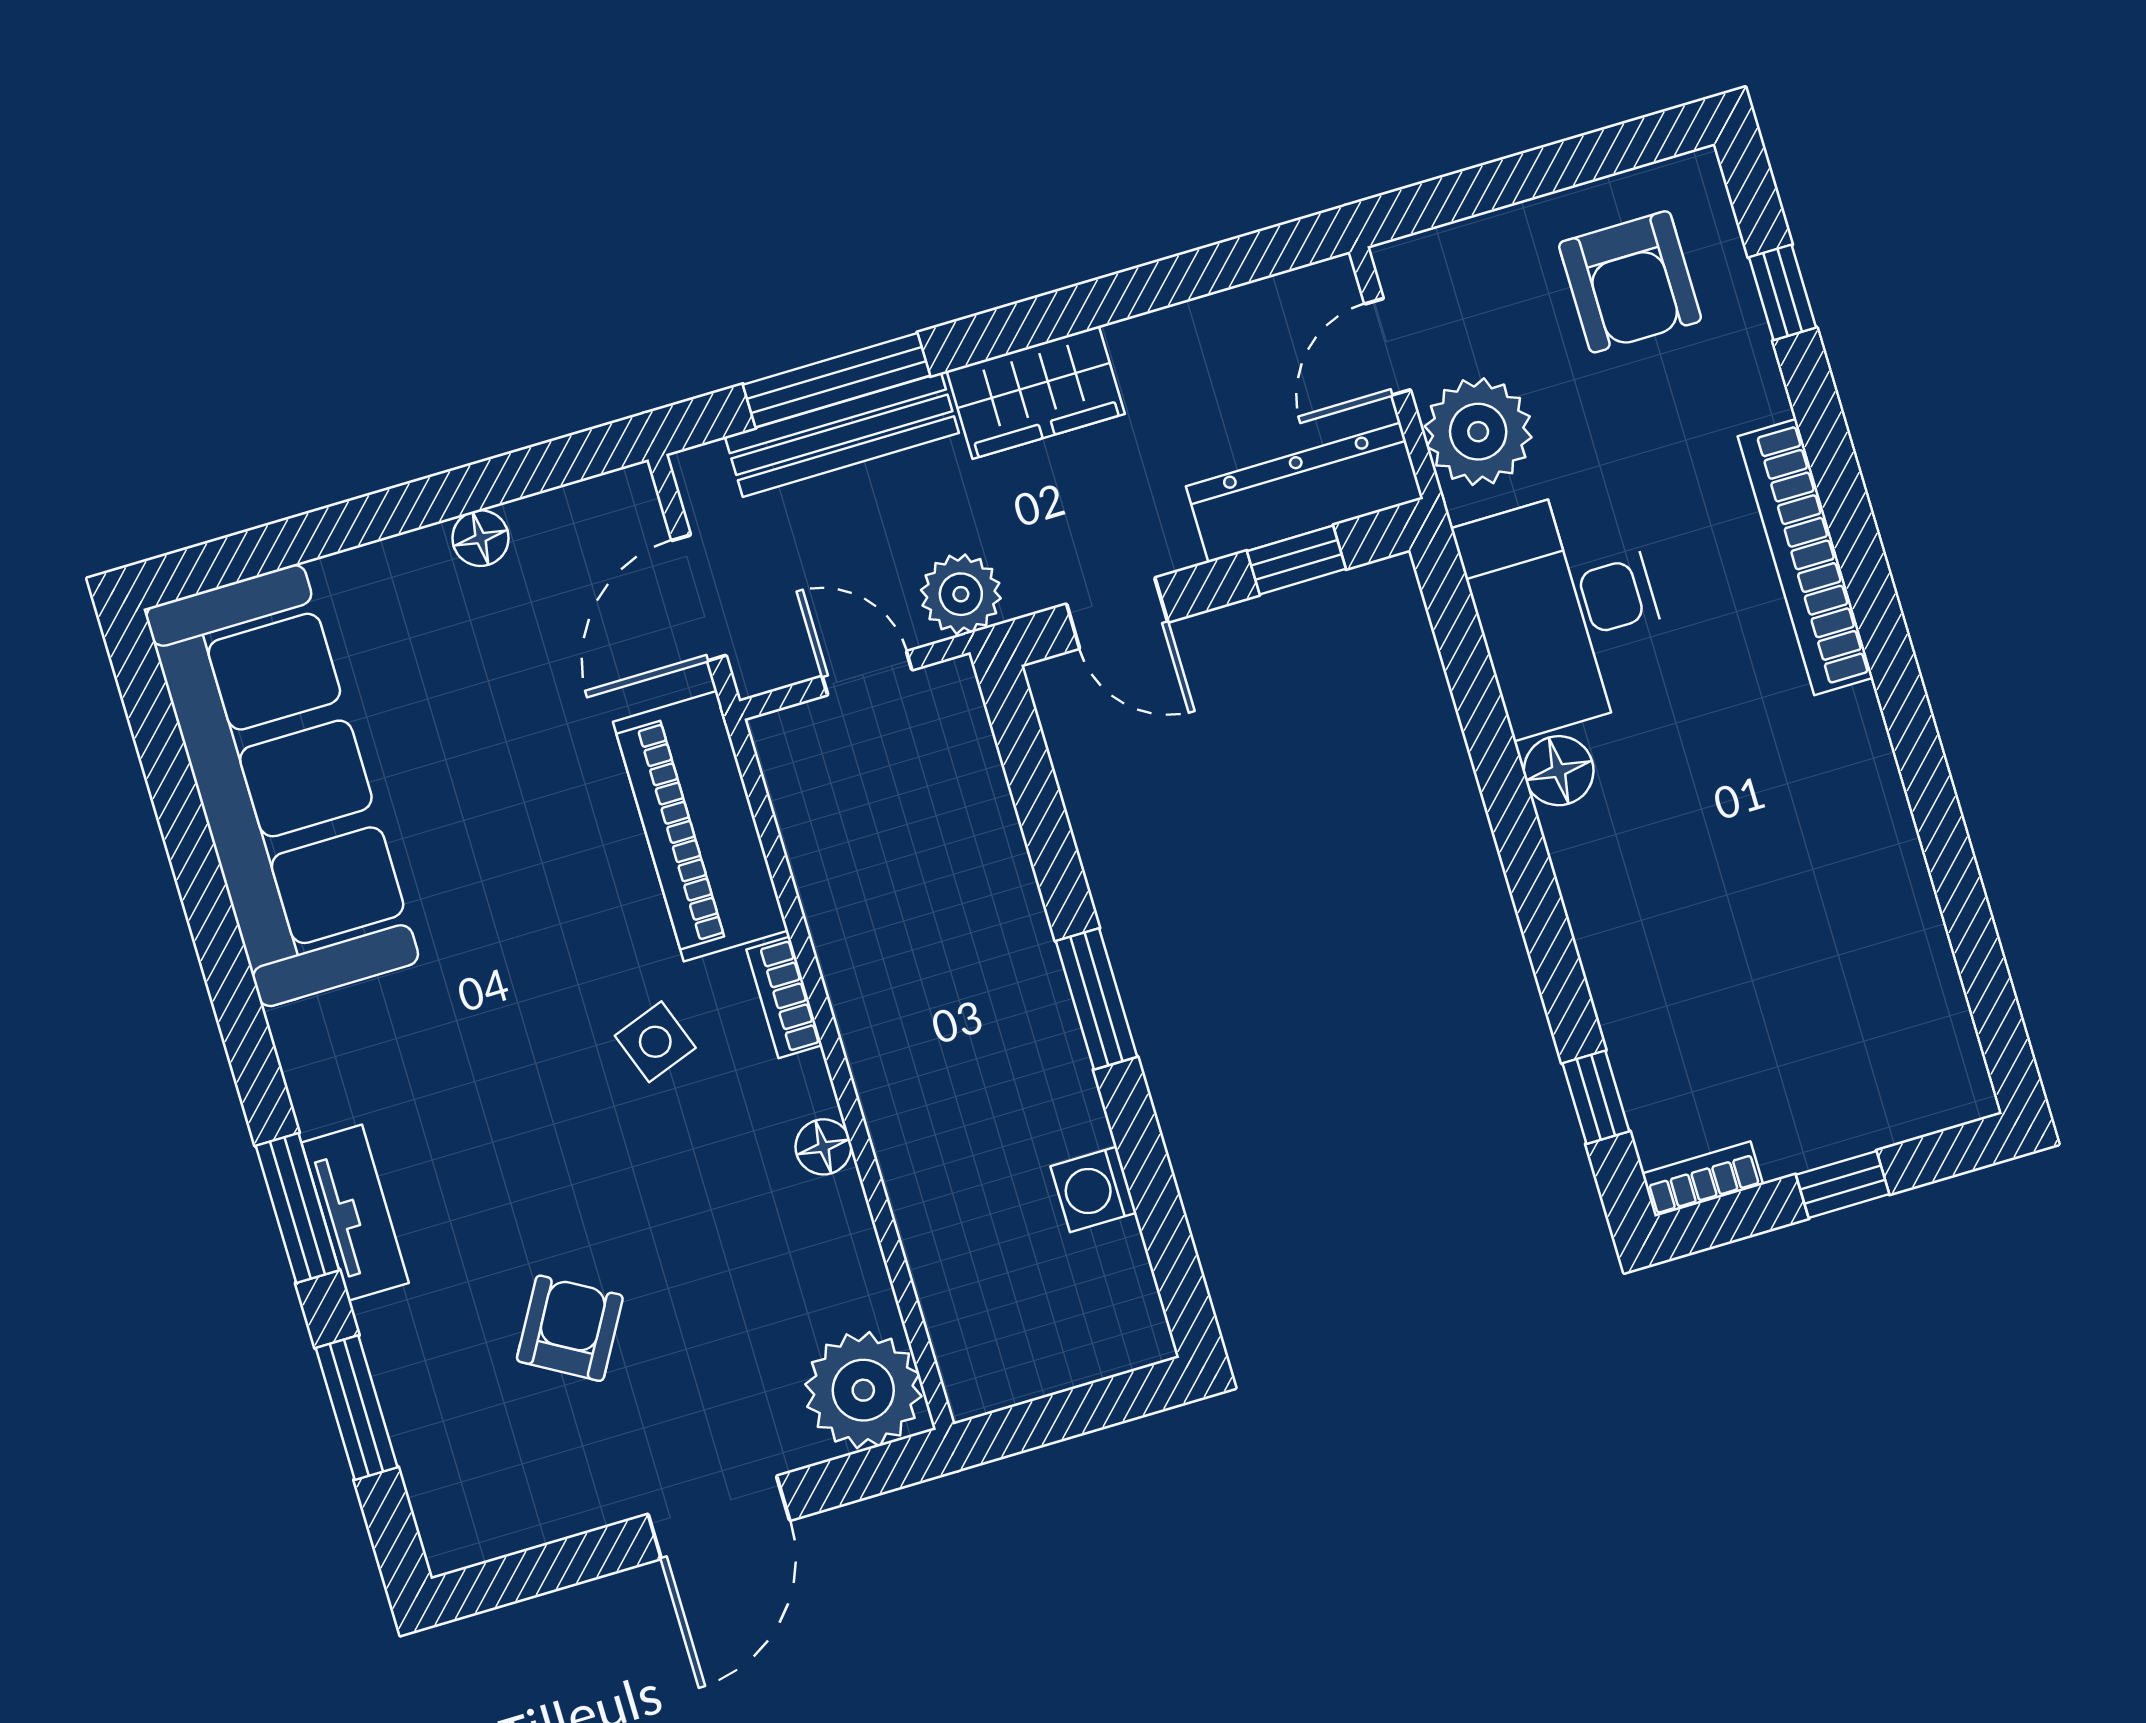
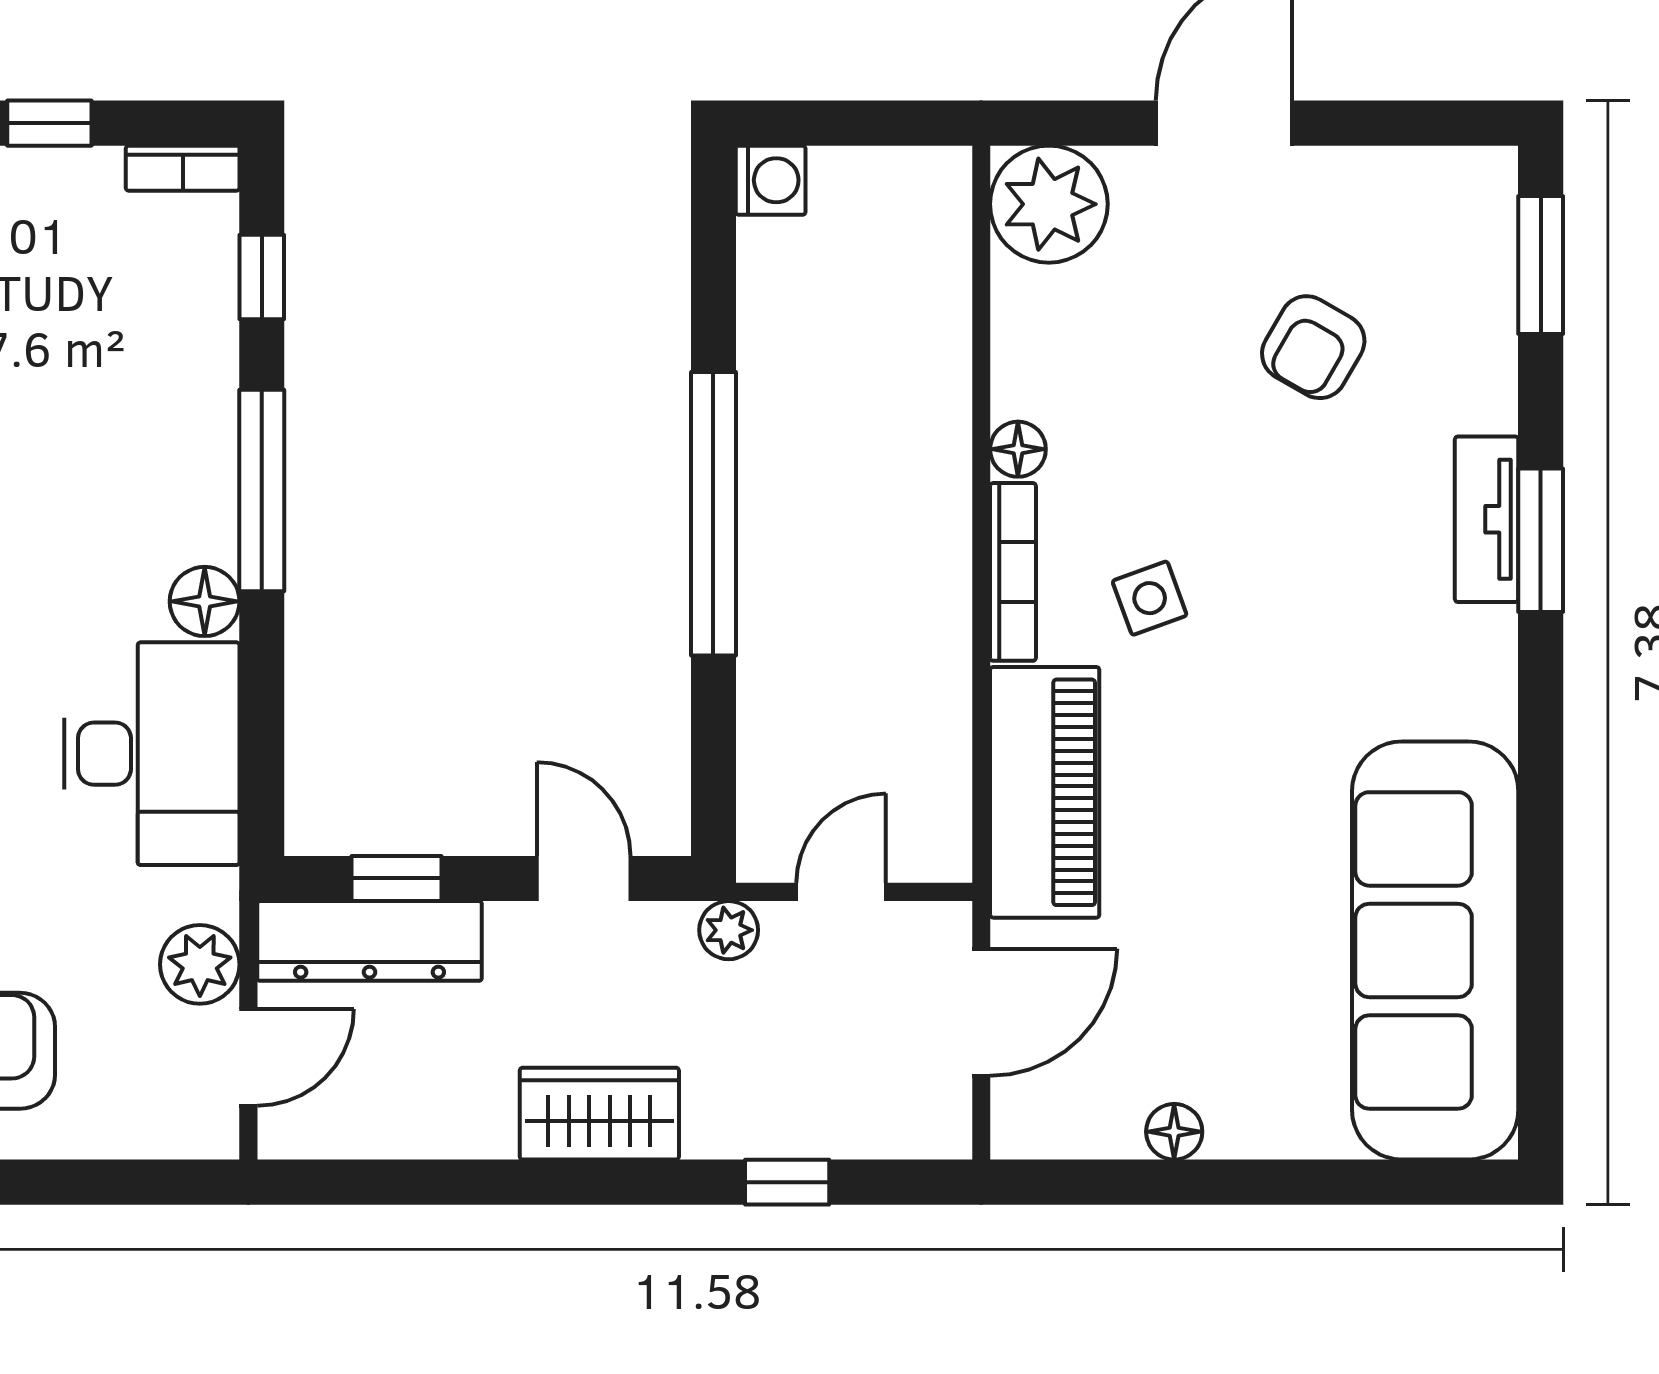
window: (837, 380) -> (787, 1182), width x0.46
plant: (1478, 432) -> (200, 964), width x0.73, depth x0.73
bench: (842, 435) -> (798, 1128), removed
plant: (961, 594) -> (729, 930), width x0.73, depth x0.73
door: (867, 673) -> (841, 892), swing flipped
window: (1535, 893) -> (262, 490), added
bookcase: (784, 997) -> (1013, 572), width x1.56
window: (1096, 999) -> (713, 514), width x2.11
washing machine: (1093, 1189) -> (771, 180), moved
window: (357, 1408) -> (1541, 265), moved

